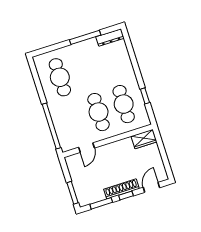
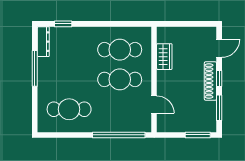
window: (145, 96) -> (63, 24), moved
wardrobe: (144, 139) -> (164, 57), moved
door: (151, 187) -> (219, 48), swing flipped

